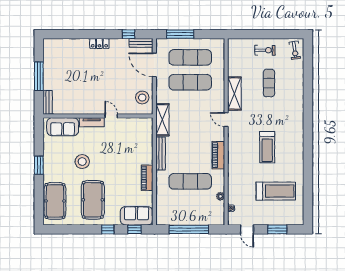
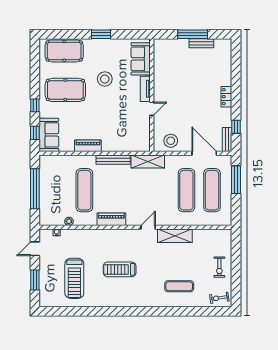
door: (154, 65) -> (204, 153), hinge flipped
exercise mat: (269, 83) -> (179, 286), moved
bench: (48, 102) -> (201, 43), moved

